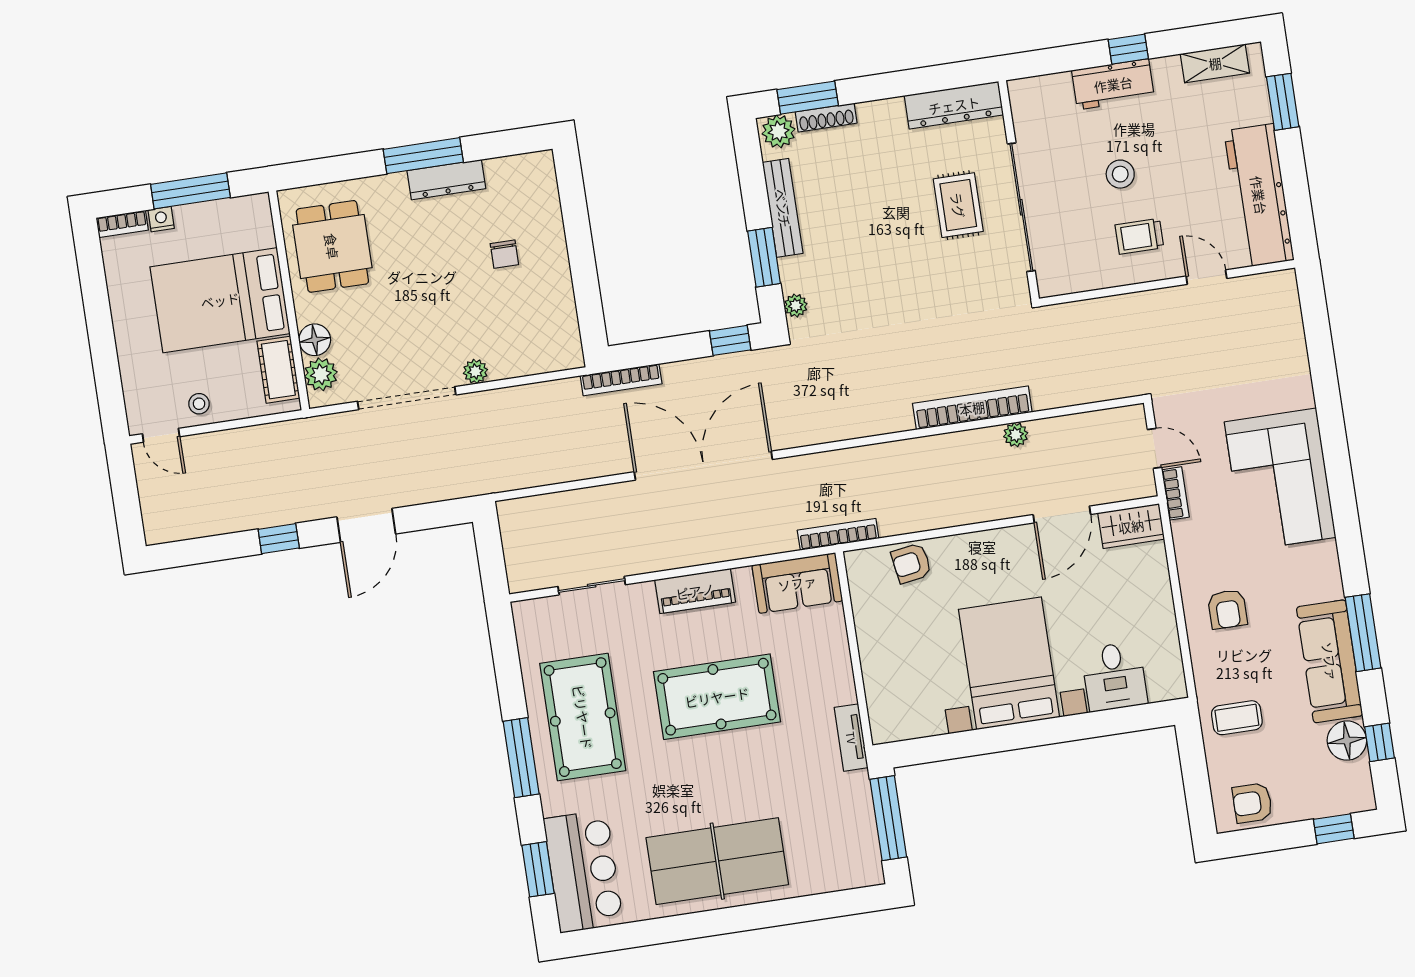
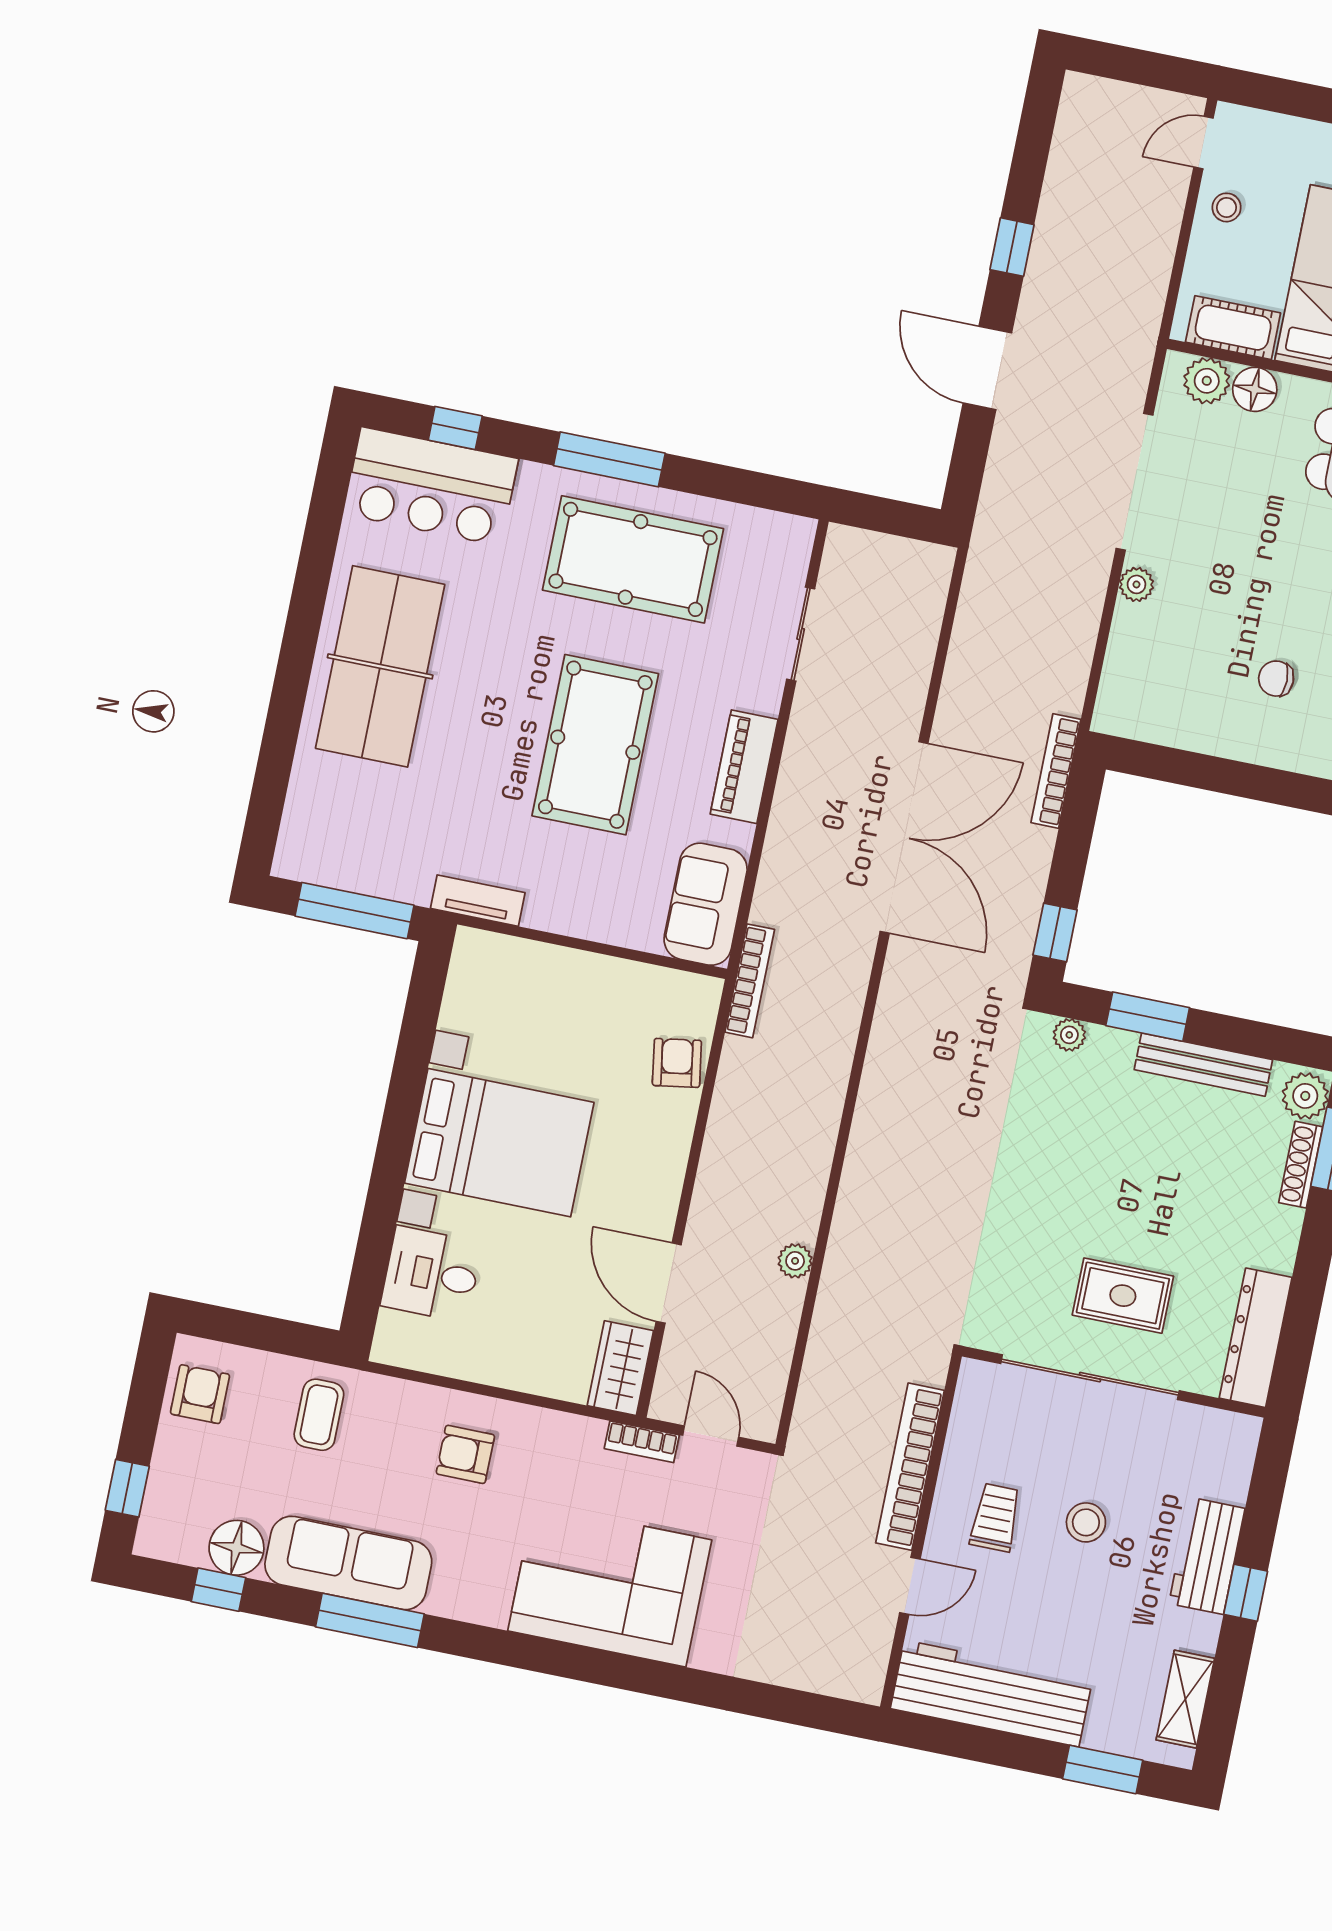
bookcase: (972, 408) -> (910, 1467), moved, turned 180
door: (1155, 448) -> (711, 1436), swing flipped
window: (538, 869) -> (455, 428), width x0.67

